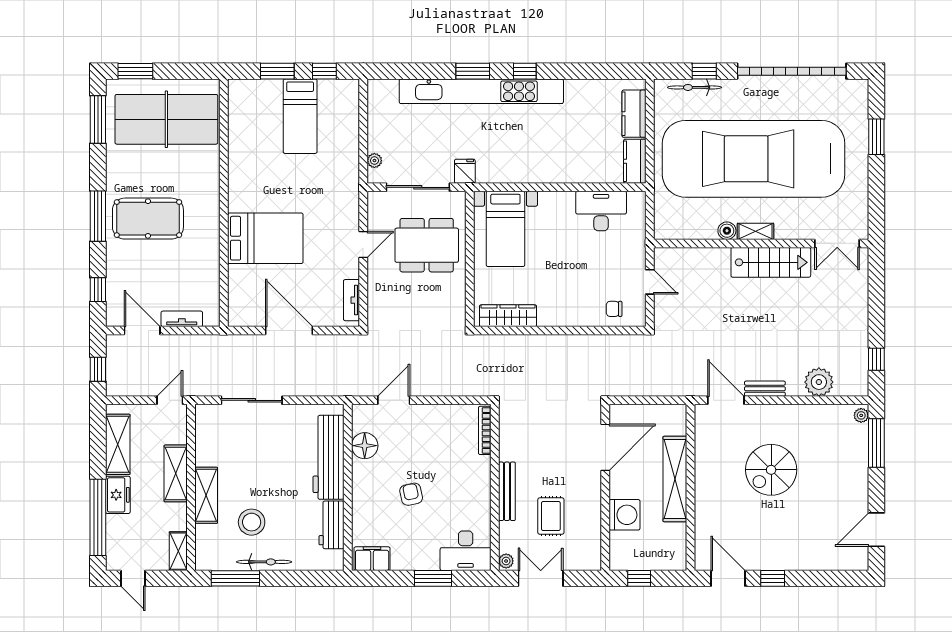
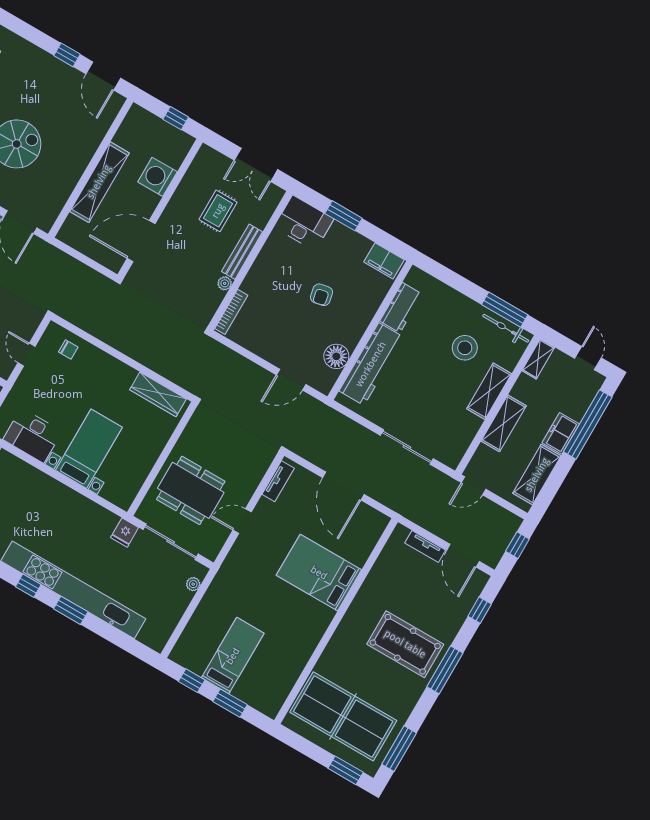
bed with nightstands: (505, 229) -> (89, 449), moved
plant: (506, 561) -> (225, 283), moved
bicycle: (264, 562) -> (506, 328), moved

